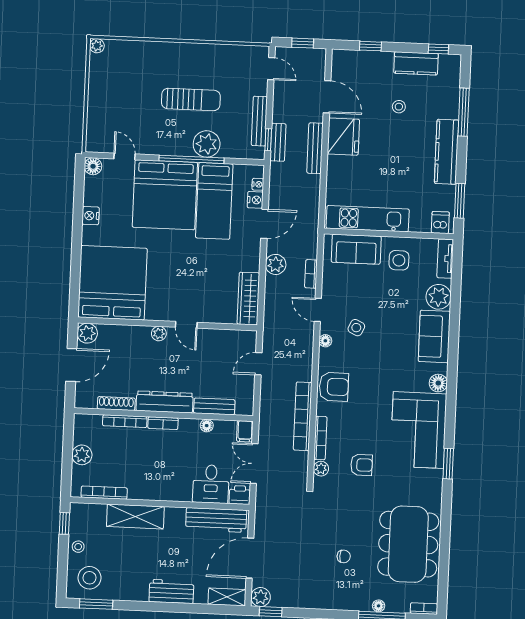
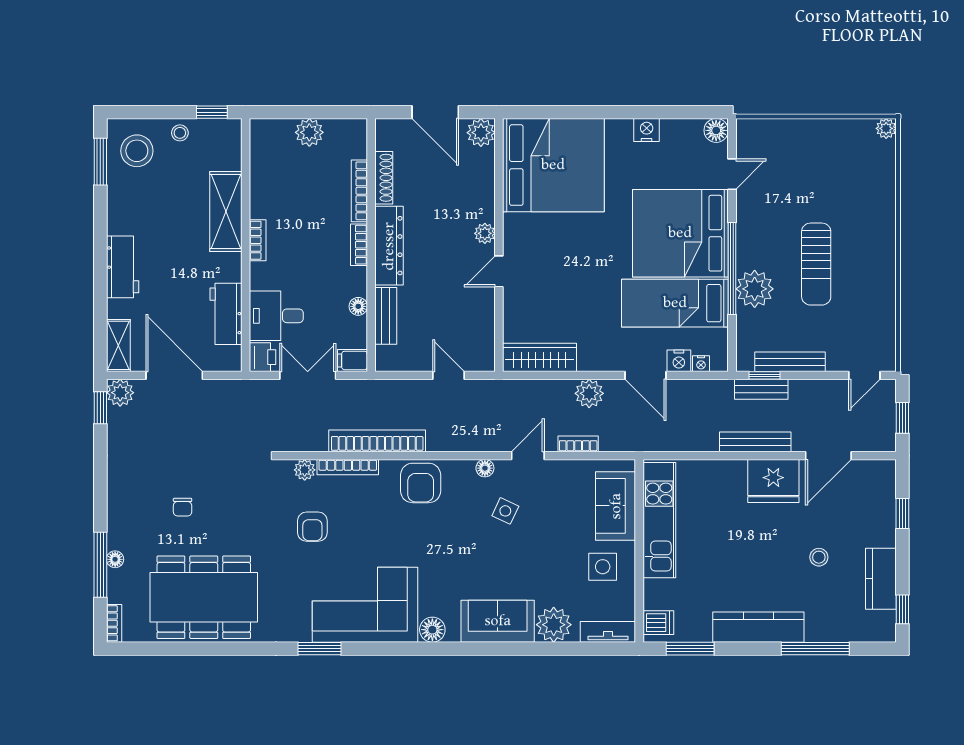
bookcase: (104, 493) -> (258, 240), moved, width x0.64
workbench: (216, 520) -> (226, 314), width x0.73

